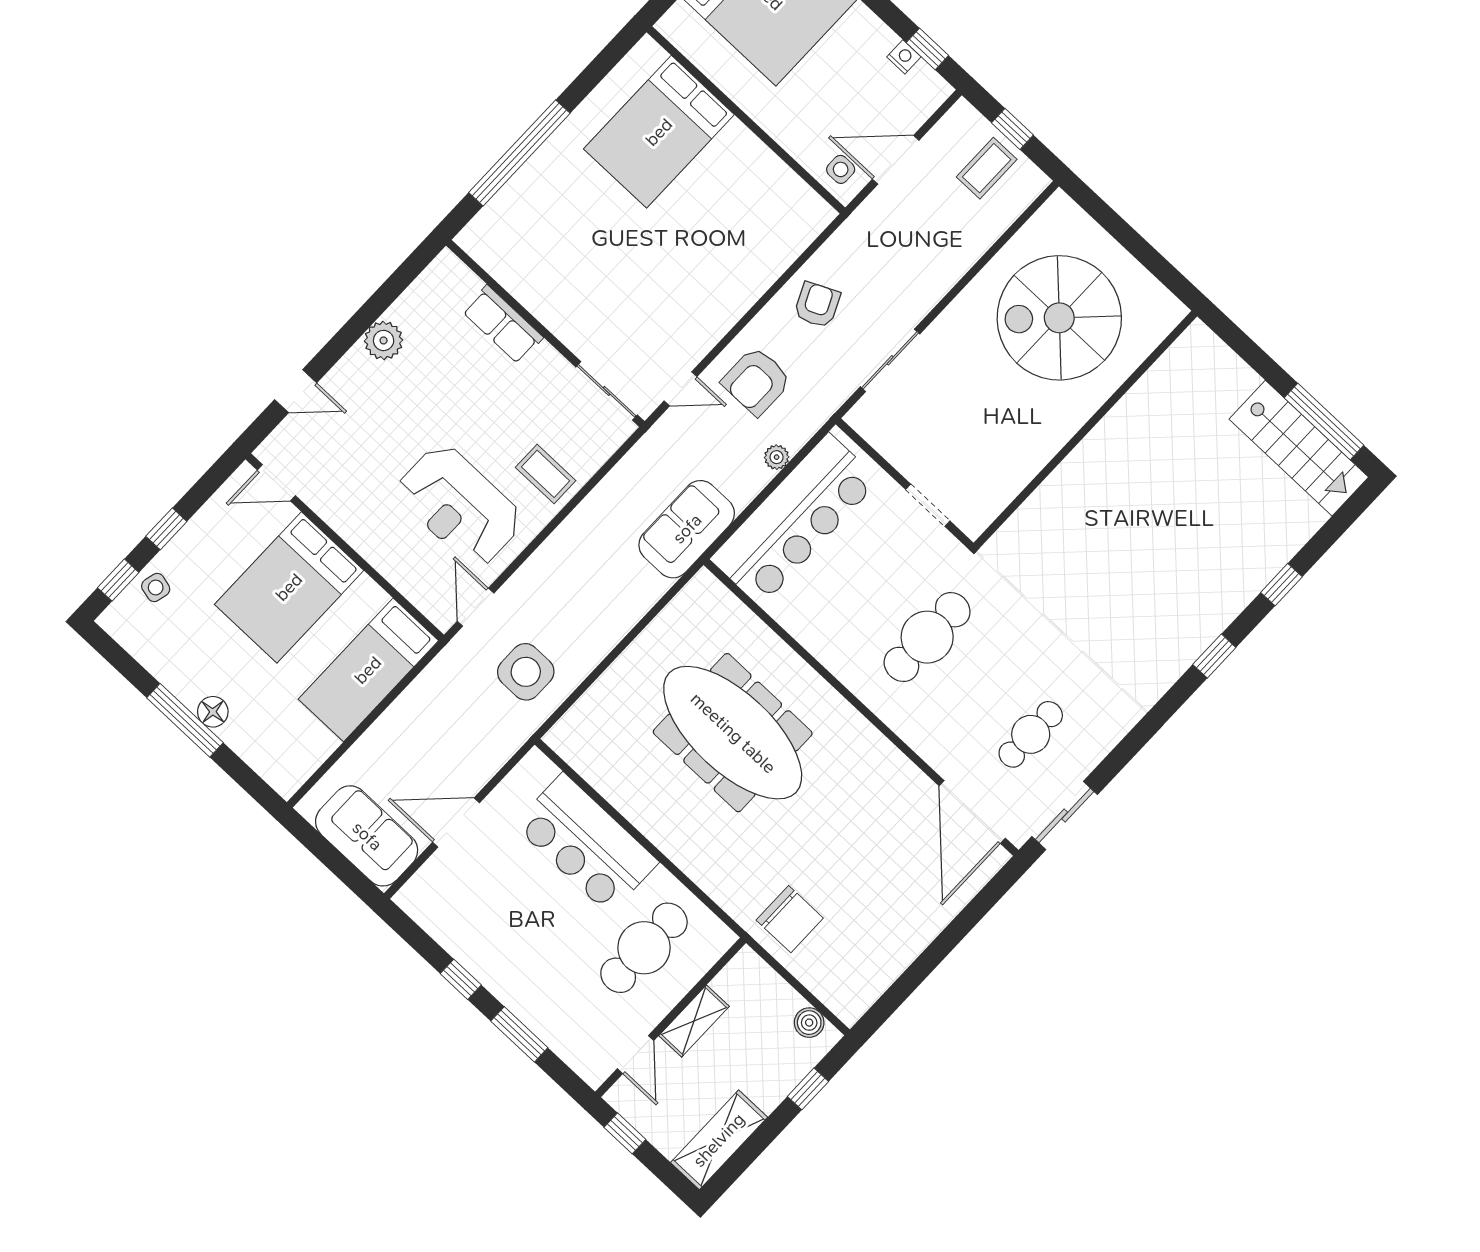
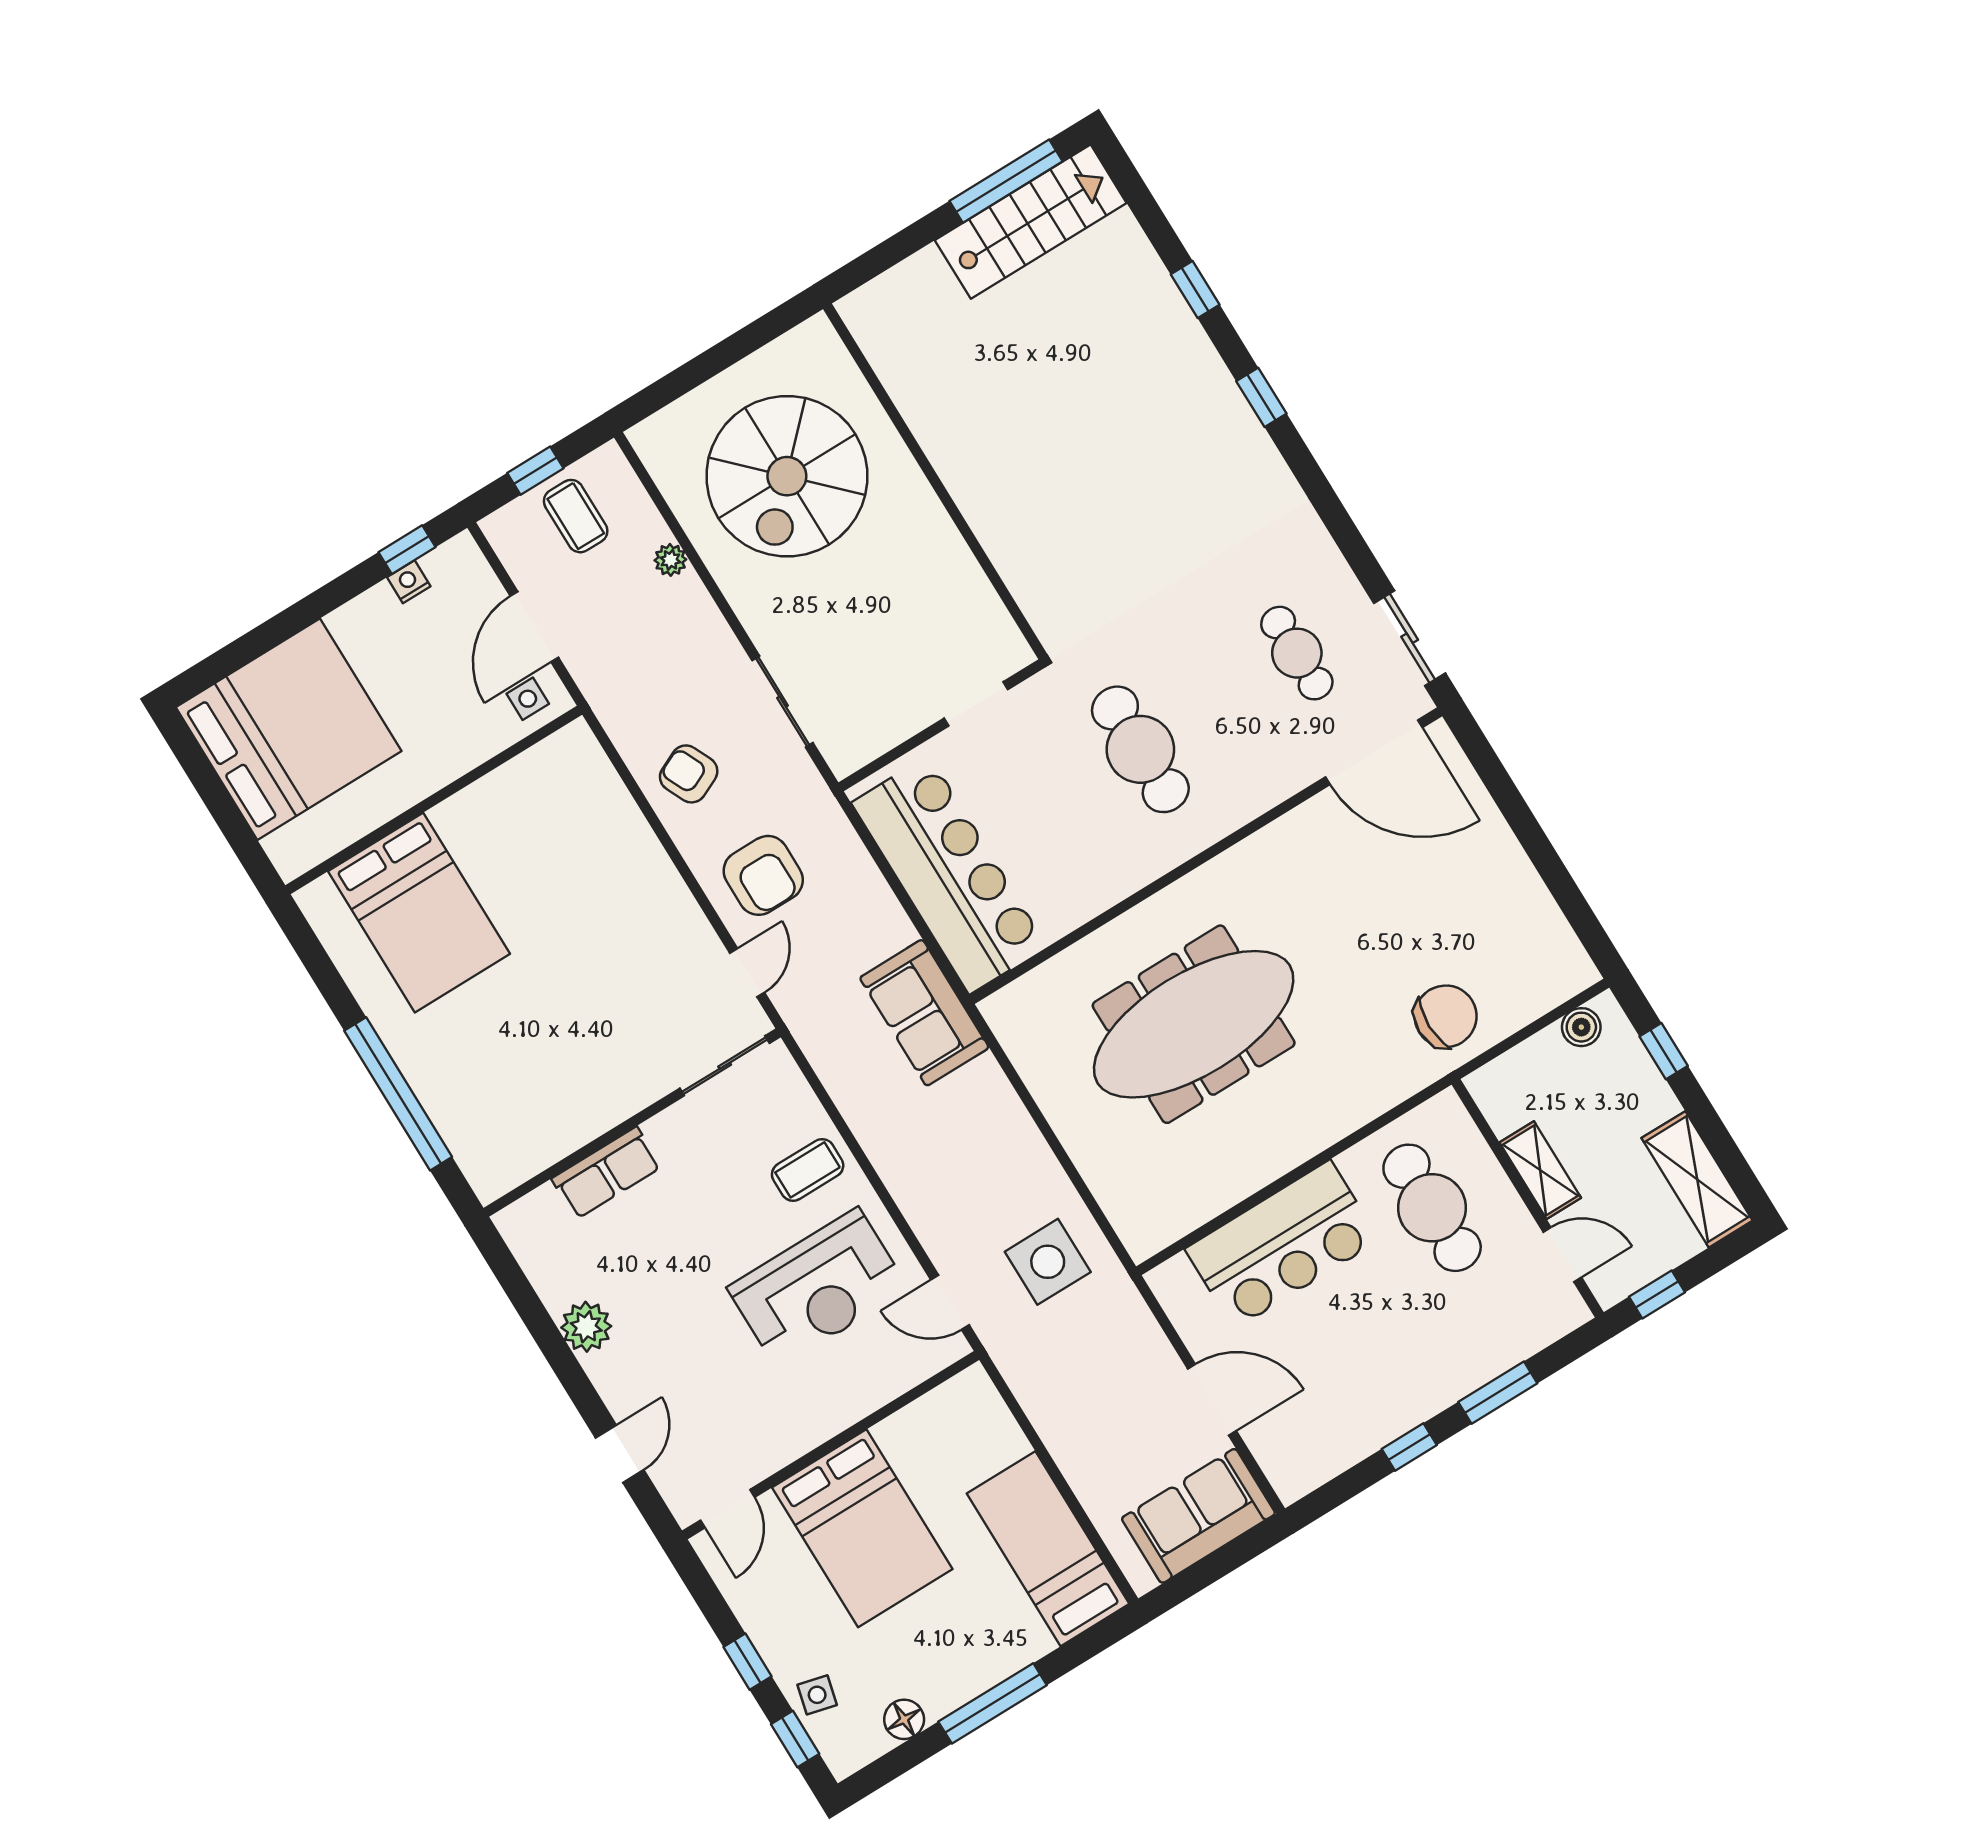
plant: (777, 457) -> (670, 560), moved
bed: (368, 670) -> (1048, 1549), moved, turned 180
floor lamp: (213, 712) -> (904, 1719), moved
door: (456, 822) -> (1212, 1400), swing flipped

